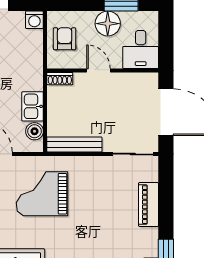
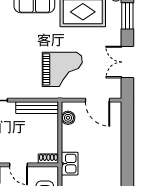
kitchen sink: (33, 106) -> (70, 164), moved

